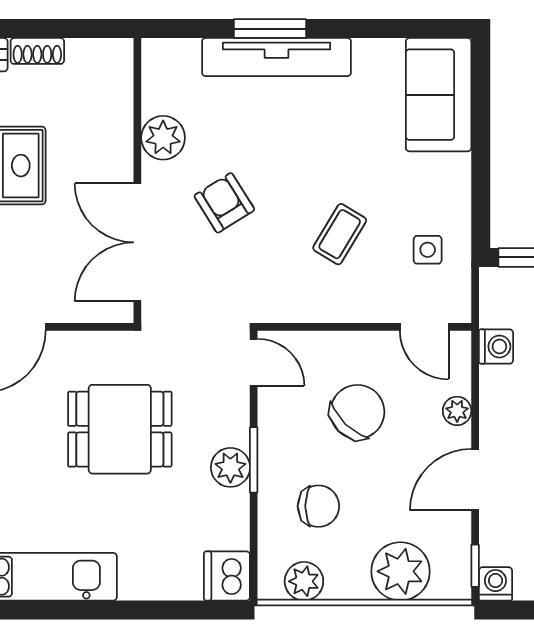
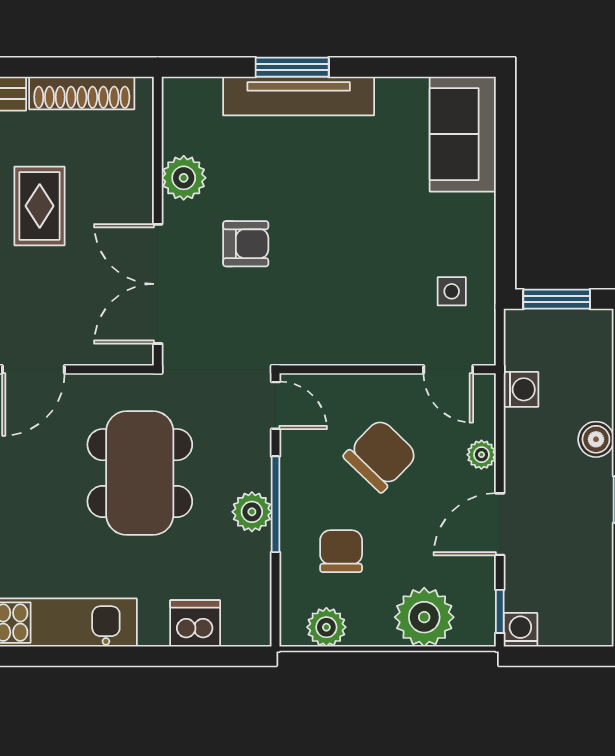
shoe rack: (37, 51) -> (82, 93), width x1.94, depth x1.24
armchair: (224, 203) -> (246, 244), turned 122
coffee table: (340, 234) -> (363, 275), removed
dining table: (120, 429) -> (140, 473), width x1.38
window: (254, 460) -> (276, 504), width x1.44
chair: (318, 506) -> (341, 551), turned -90
dishwasher: (227, 576) -> (195, 623), moved, turned 90

